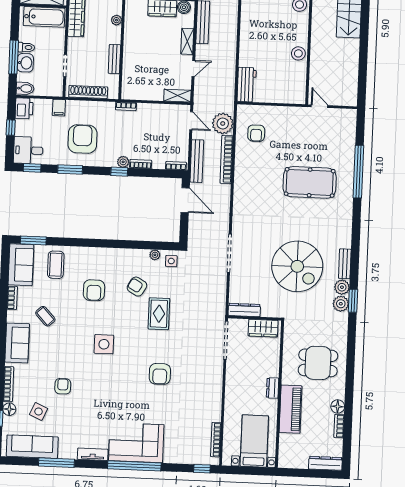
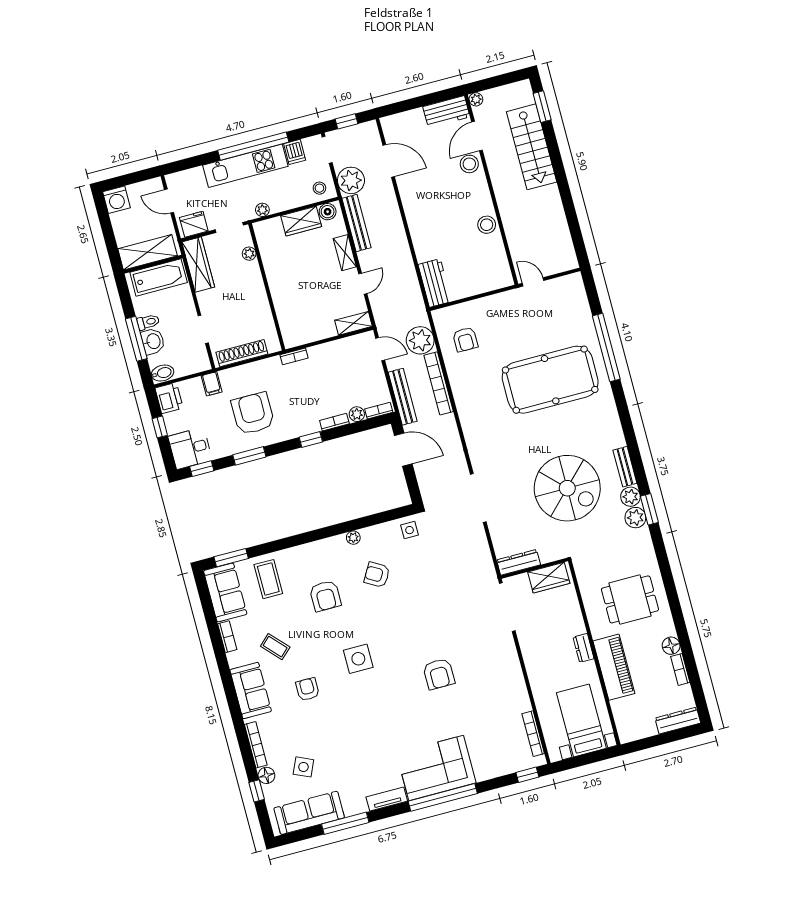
bench: (114, 59) -> (262, 302), removed
plant: (123, 162) -> (357, 414), moved
pool table: (310, 182) -> (550, 380), width x1.36, depth x1.32
plant: (155, 255) -> (353, 538), moved
rug: (159, 314) -> (414, 600), removed
armchair: (63, 386) -> (308, 689), moved

